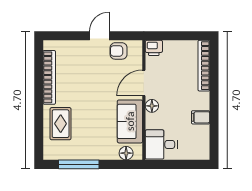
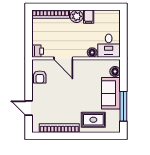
door: (99, 36) -> (29, 108), moved
plant: (201, 101) -> (77, 16), added
floor lamp: (152, 106) -> (92, 53), moved
sofa: (130, 121) -> (111, 93), moved, turned 90

